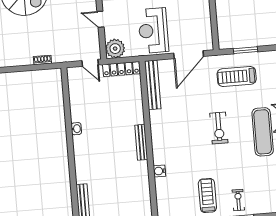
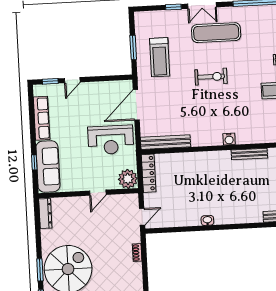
door: (189, 55) -> (136, 105), swing flipped
door: (90, 63) -> (142, 217), moved
bench: (141, 142) -> (249, 154), moved
water cooler: (159, 171) -> (229, 139), moved

